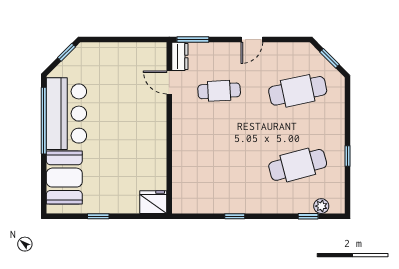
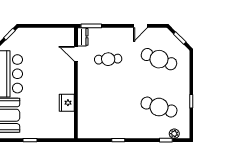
door: (252, 40) -> (140, 26), moved
cafe table: (298, 91) -> (159, 59), turned 33
cafe table: (298, 165) -> (159, 107), turned 33
fridge: (153, 202) -> (67, 103), moved, turned -90

